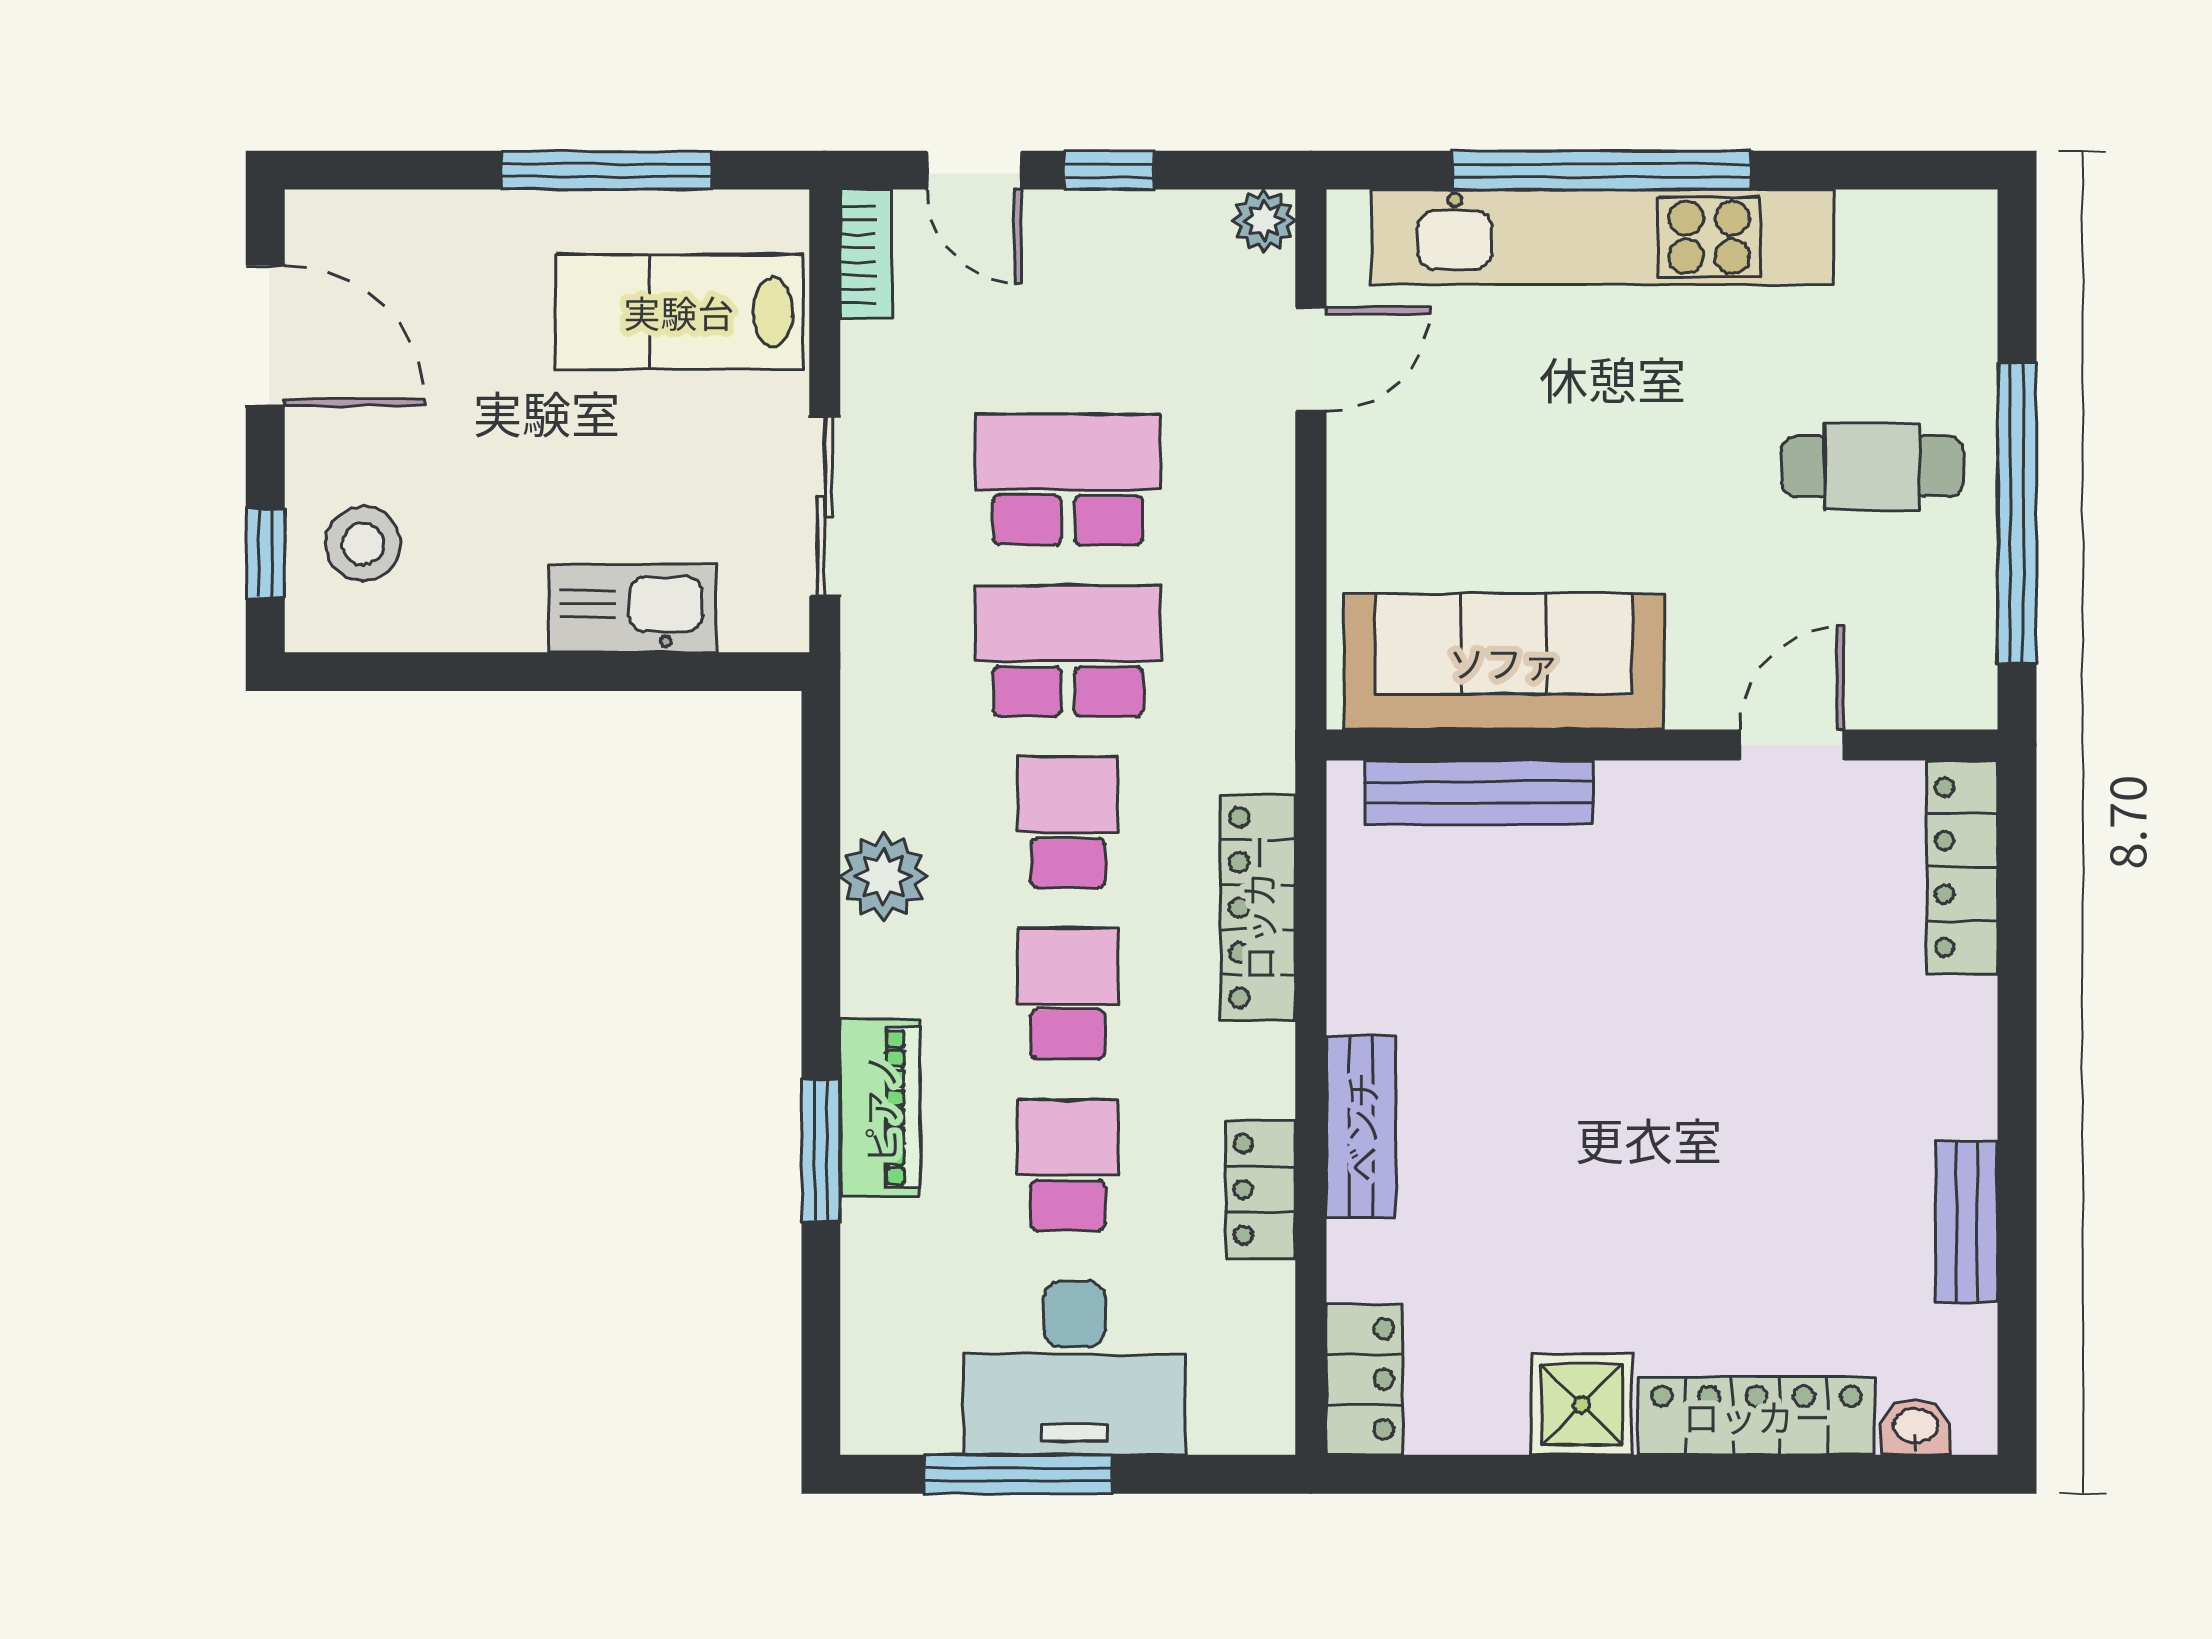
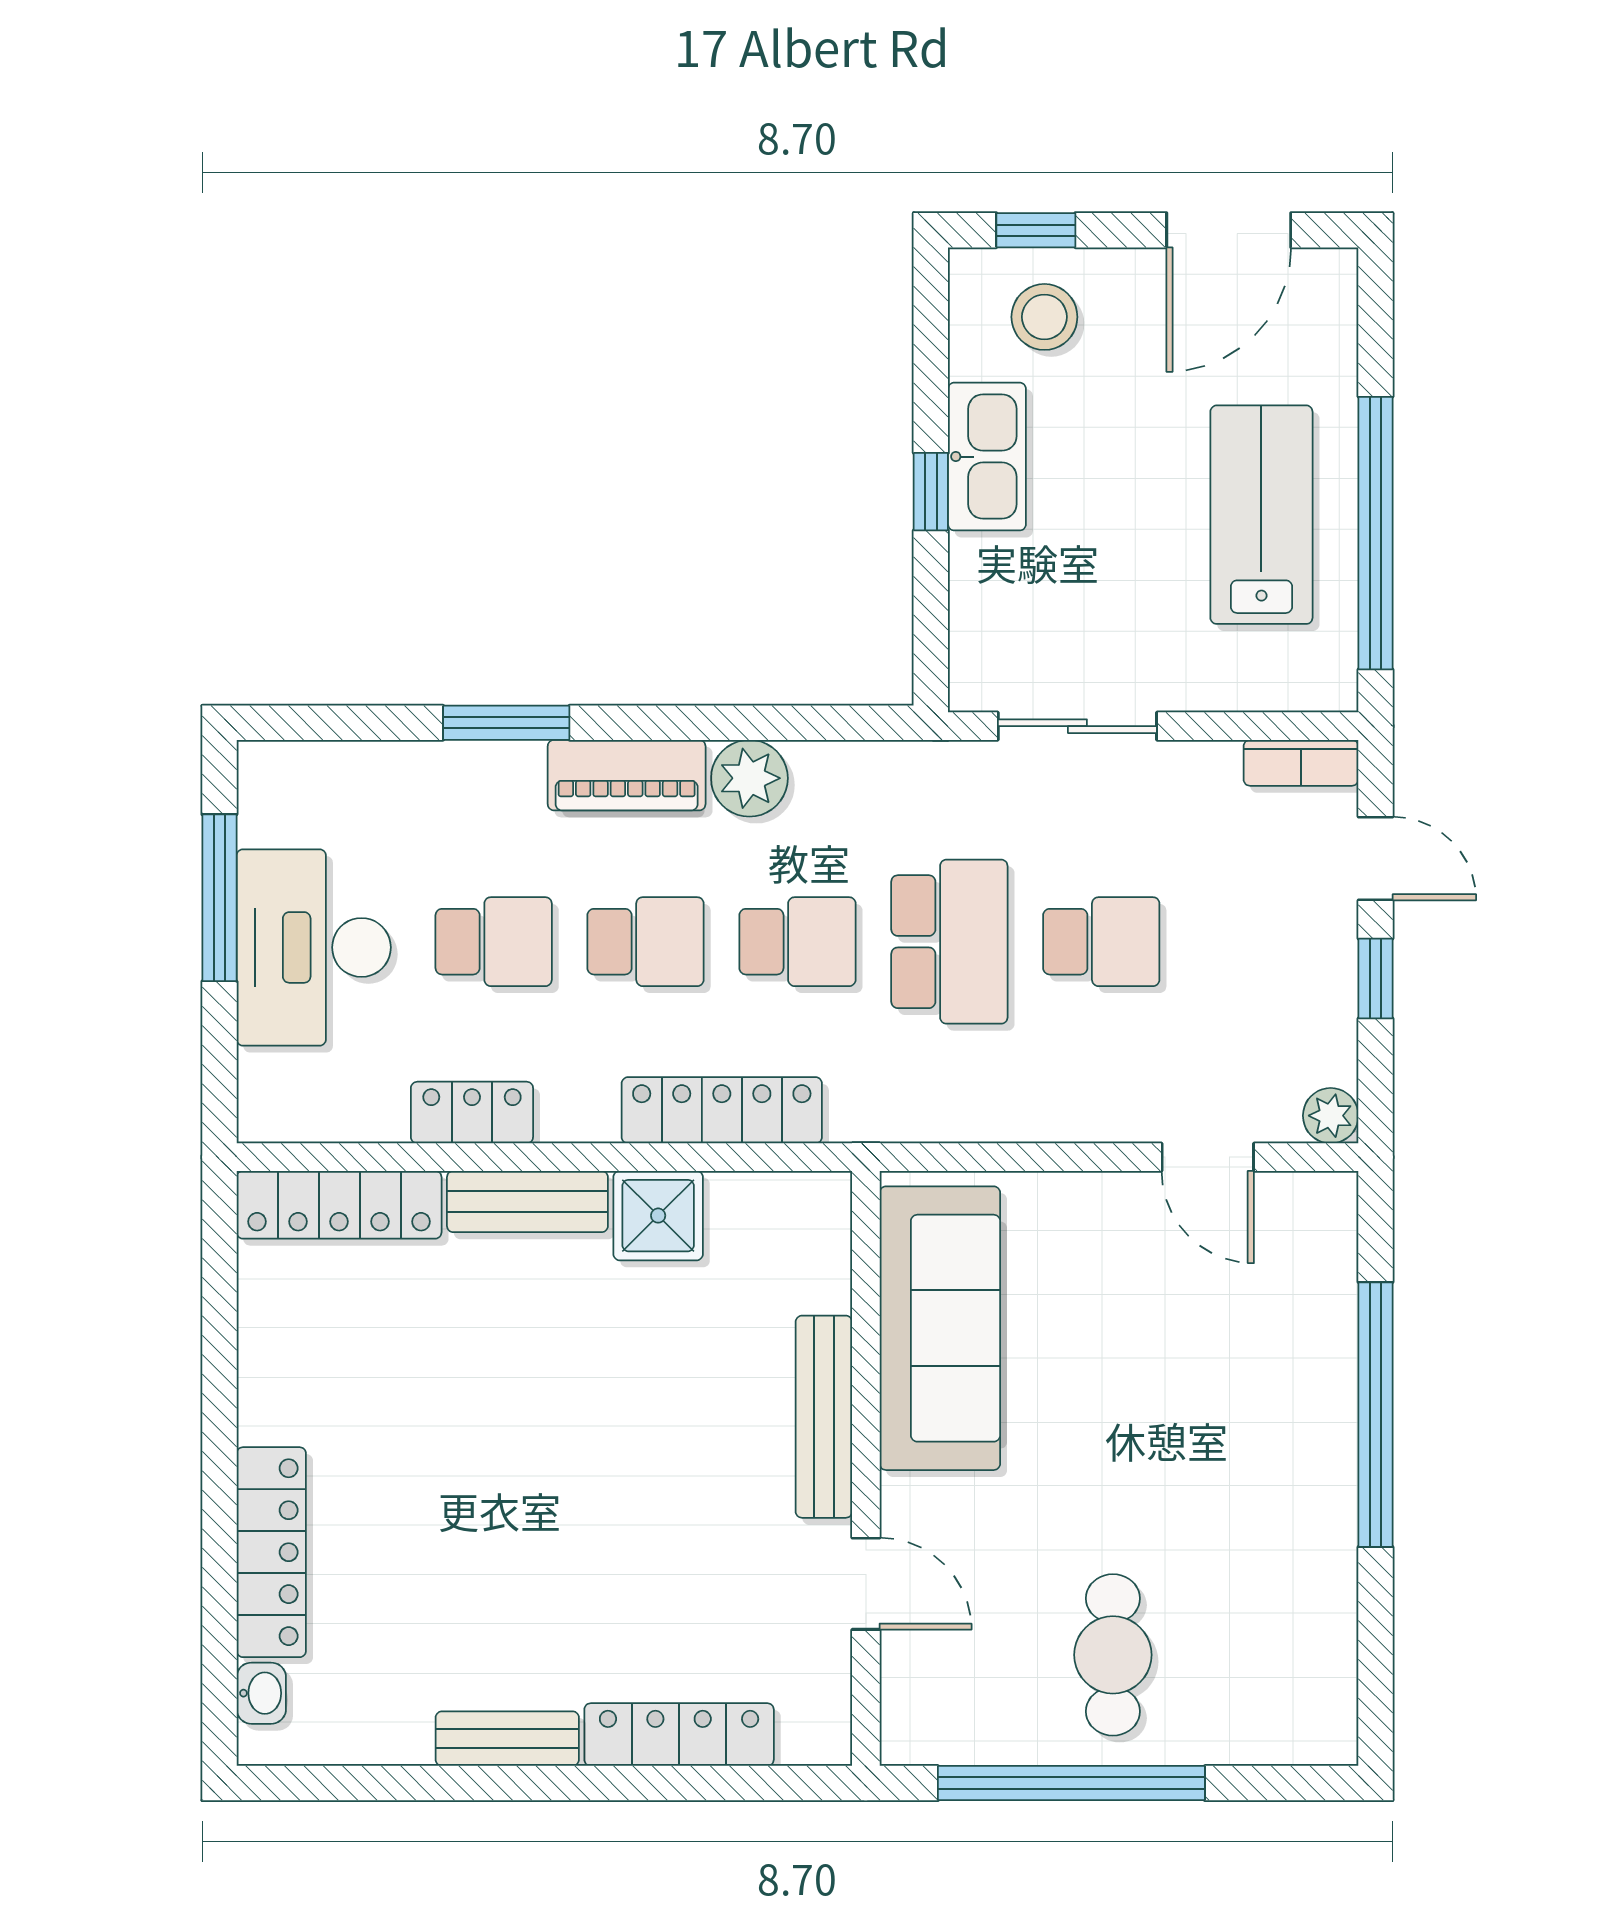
window: (607, 170) -> (1375, 533), width x1.46
door: (974, 170) -> (1375, 859), swing flipped
kitchen unit: (1603, 237) -> (1316, 1416), removed
lab bench: (679, 312) -> (1261, 515), moved
school desk: (1068, 479) -> (1101, 942), width x0.54
kitchen sink: (632, 608) -> (987, 457), moved
window: (560, 672) -> (931, 492), added
bench: (1479, 792) -> (824, 1417), moved
locker: (1962, 867) -> (679, 1735), moved
piano: (880, 1108) -> (627, 775), moved
bench: (1967, 1222) -> (507, 1739), moved
locker: (1365, 1379) -> (339, 1205), width x1.53
shower: (1582, 1404) -> (658, 1216), moved

